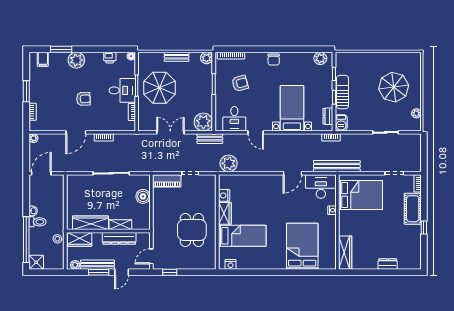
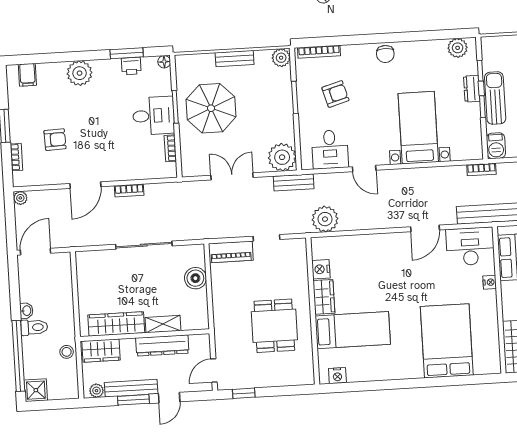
window: (61, 49) -> (127, 53), moved
armchair: (83, 99) -> (55, 140), moved
dresser: (328, 116) -> (472, 89), moved

